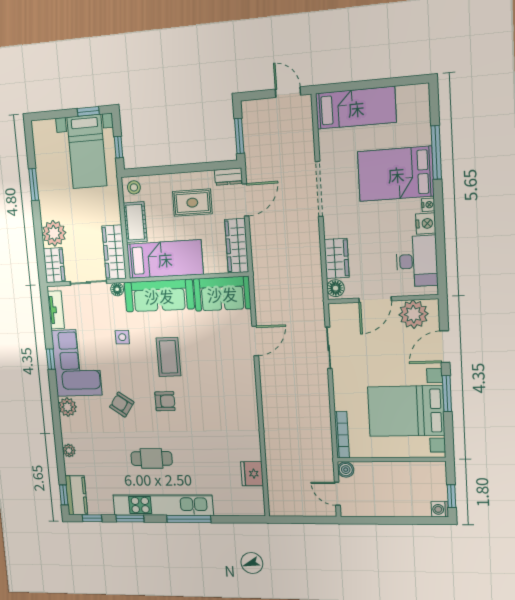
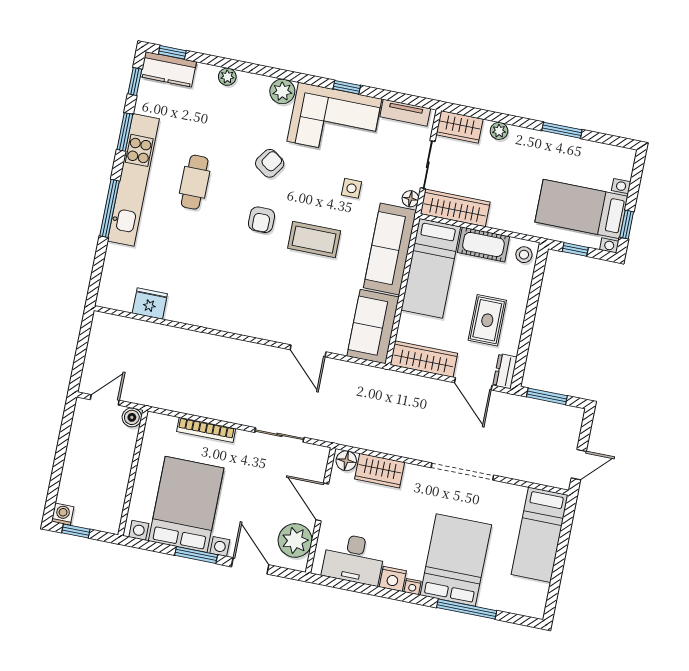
plant: (54, 233) -> (499, 131), width x0.53, depth x0.53
bookcase: (342, 435) -> (206, 430), moved

